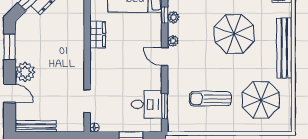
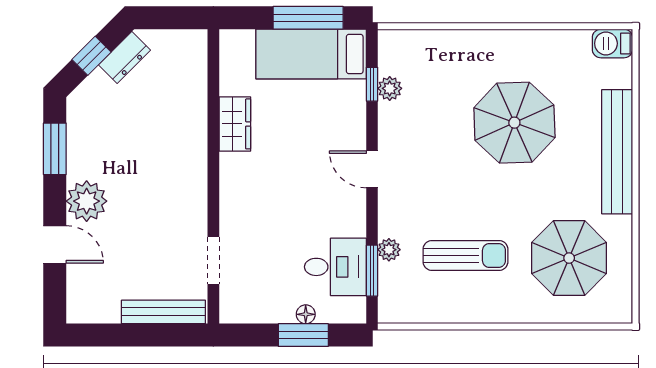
plant: (173, 41) -> (389, 250), moved
sun lounger: (210, 99) -> (465, 255), turned 180
bench: (36, 126) -> (163, 312), moved
floor lamp: (94, 127) -> (306, 314), moved

